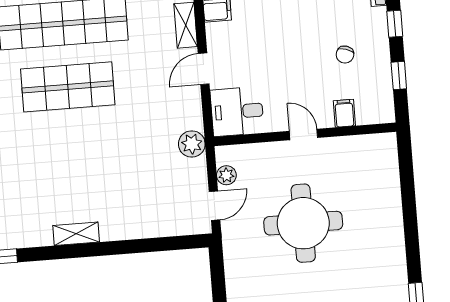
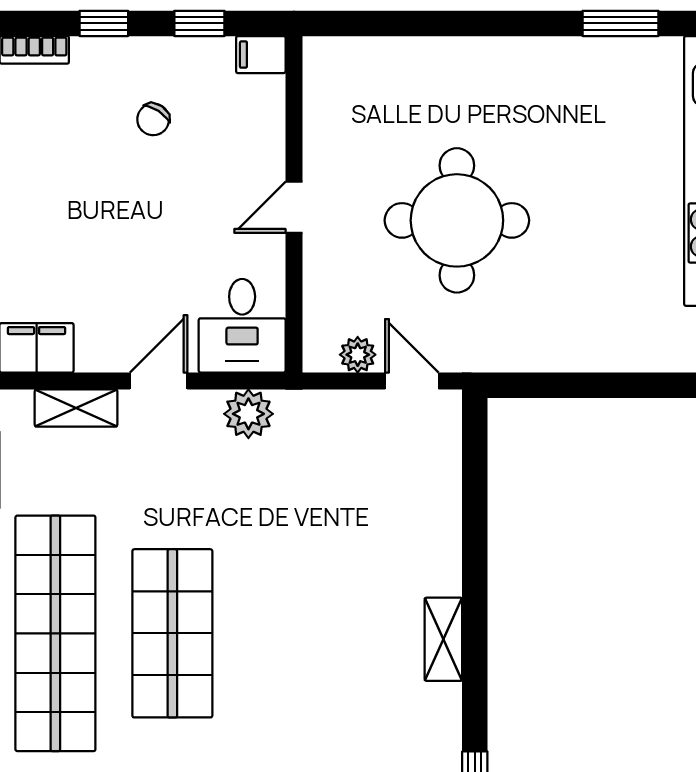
chair: (345, 55) -> (153, 119), turned 105
door: (204, 69) -> (159, 381), swing flipped
filing cabinet: (344, 113) -> (261, 55), moved
plant: (192, 144) -> (248, 414), moved

